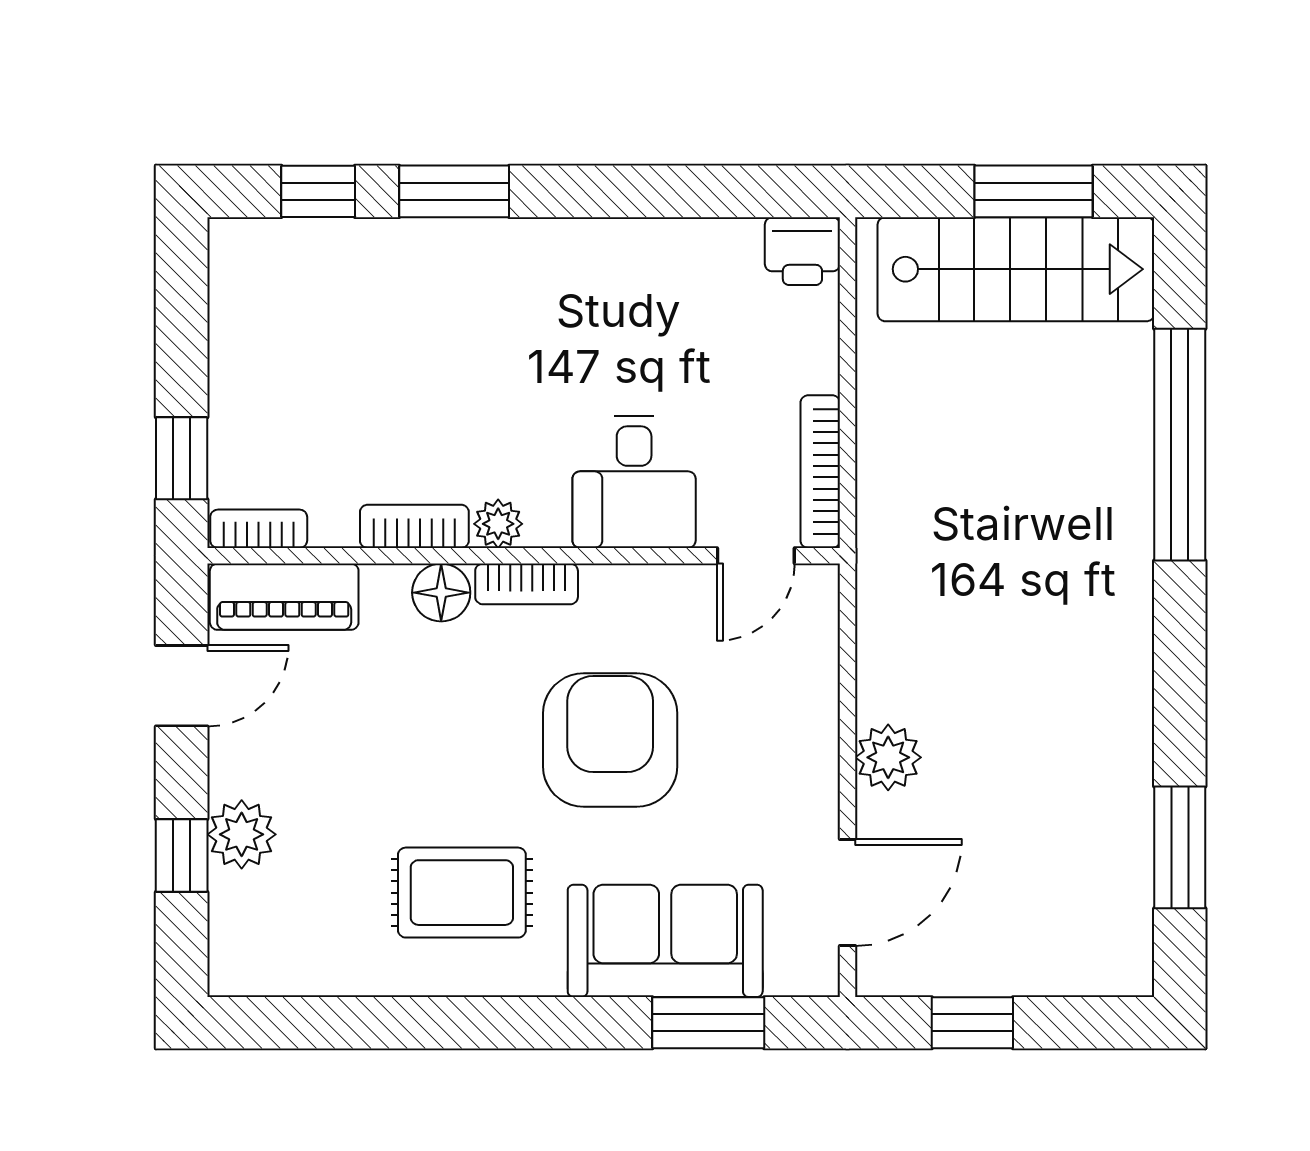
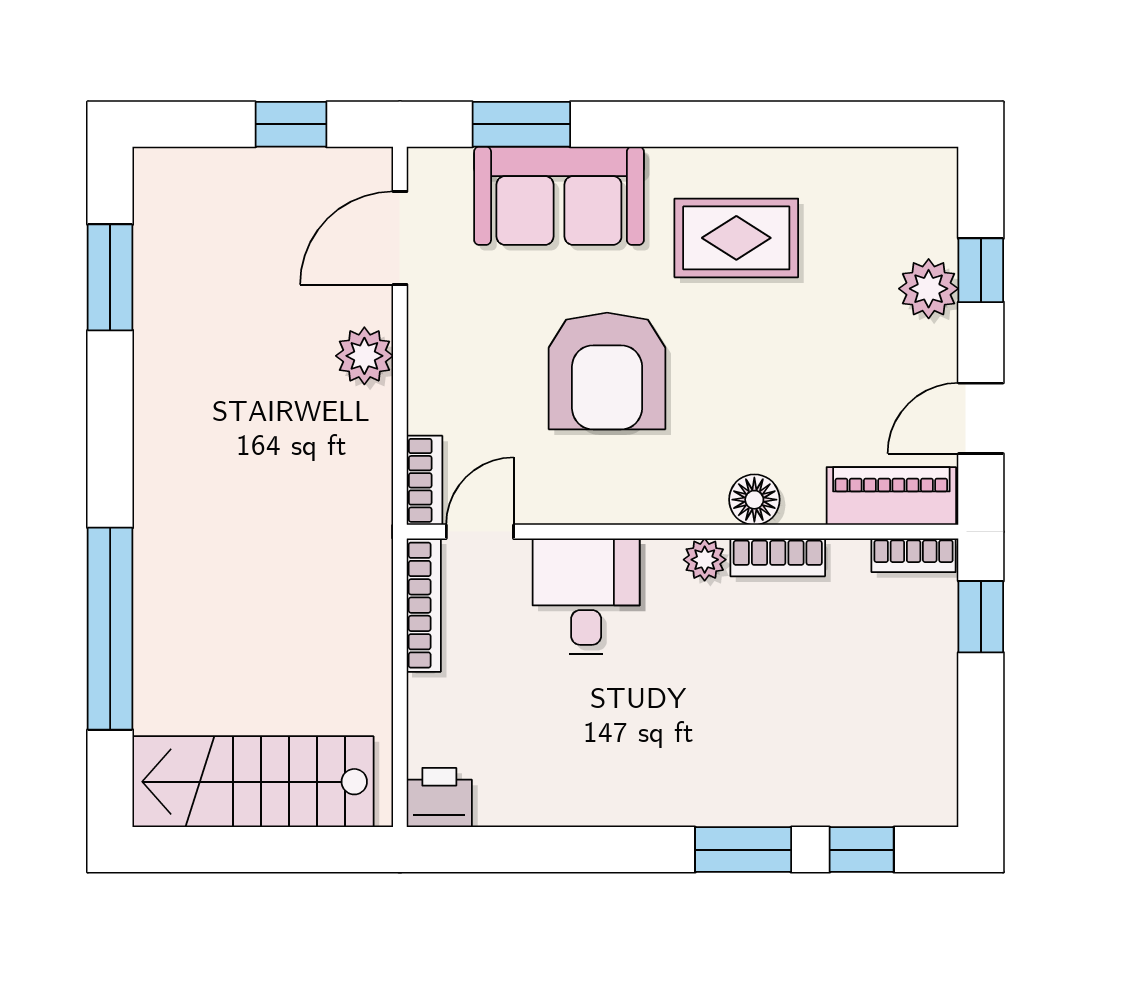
window: (1034, 191) -> (238, 850), removed
bookcase: (527, 584) -> (425, 480), moved, turned 90

